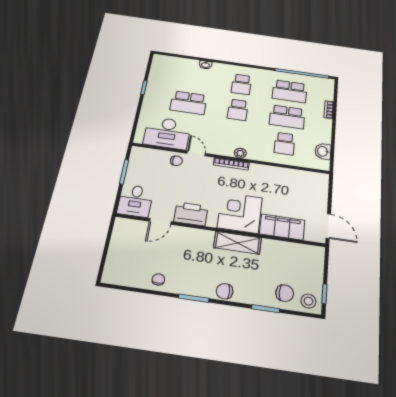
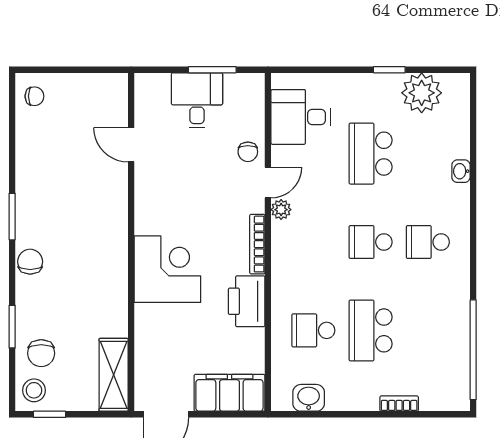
plant: (160, 75) -> (422, 93), added
school desk: (290, 91) -> (428, 330), removed
desk: (167, 133) -> (301, 117), width x0.73
plant: (240, 153) -> (281, 210), moved
desk: (135, 201) -> (197, 100), moved, turned 90
printer: (191, 214) -> (247, 301), moved, turned 180
filing cabinet: (282, 227) -> (229, 393), moved, turned -90
shelving: (237, 243) -> (114, 375), moved
chair: (158, 279) -> (34, 96), moved

